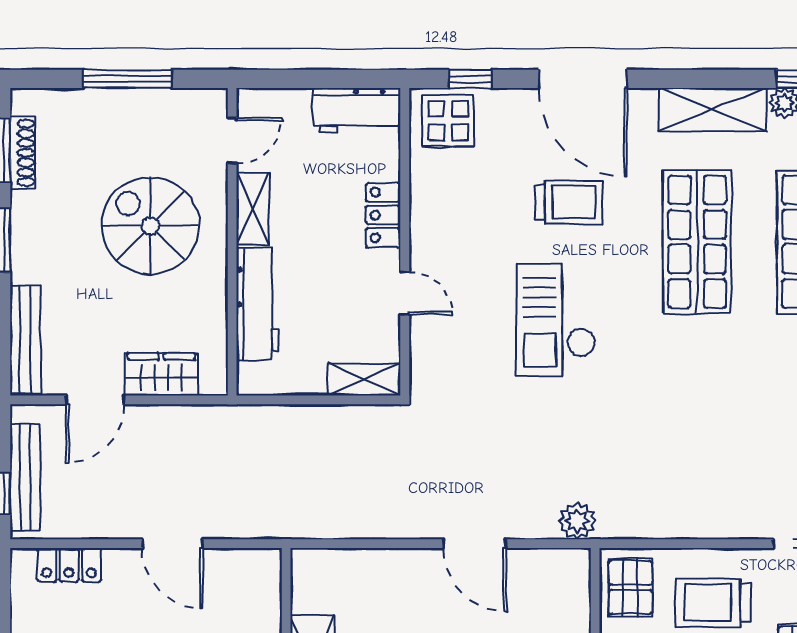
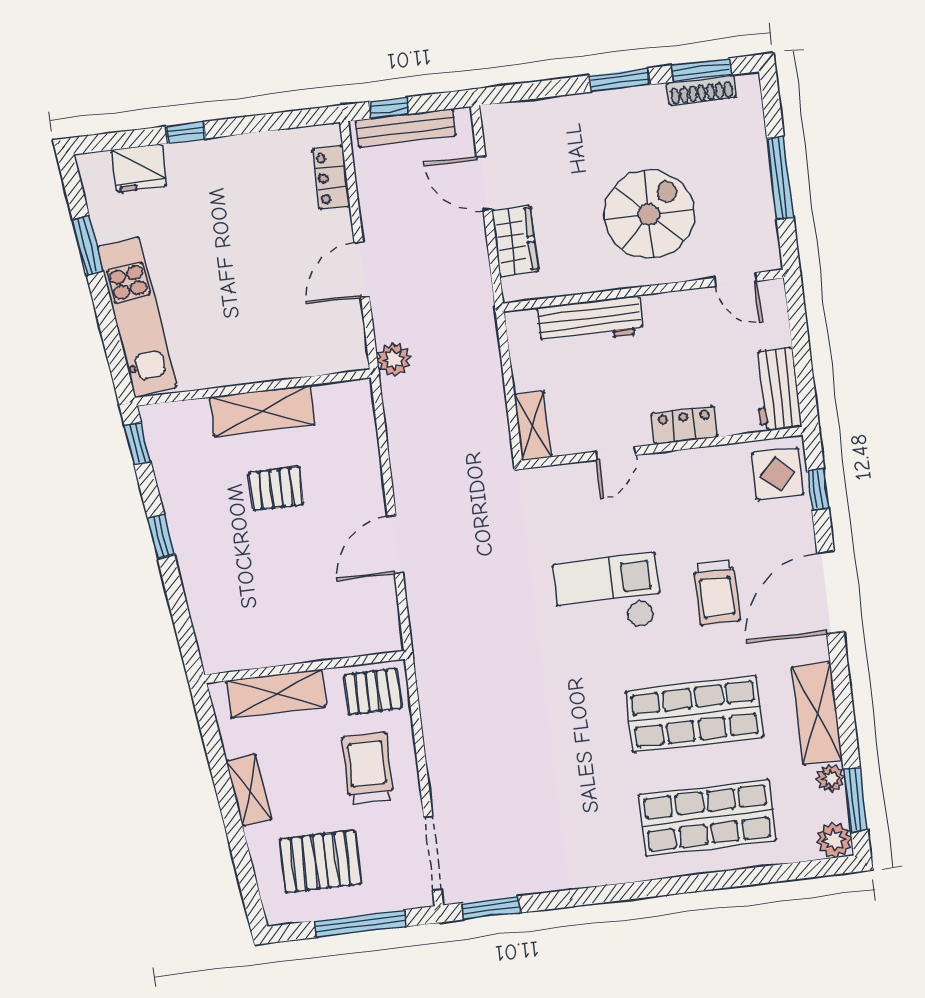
shelving: (253, 209) -> (676, 306), removed
bench: (25, 340) -> (531, 113), removed
plant: (577, 521) -> (394, 359), moved

